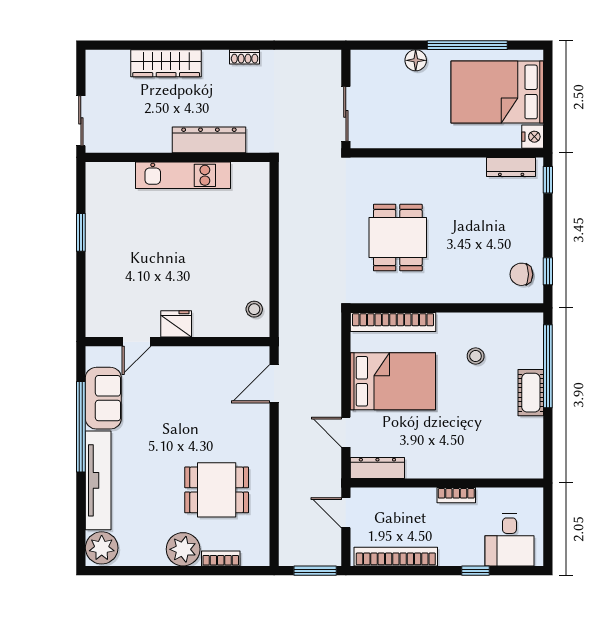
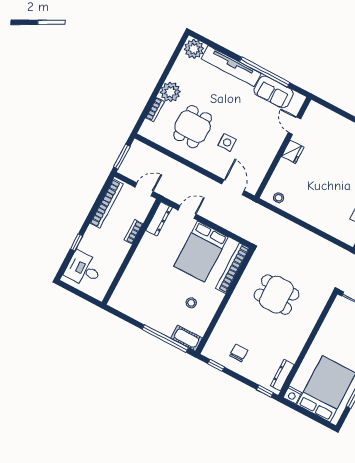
chair: (521, 274) -> (239, 353), moved
cot: (531, 393) -> (187, 338), moved
side table: (213, 427) -> (227, 142), added
bookcase: (456, 495) -> (134, 232), moved

